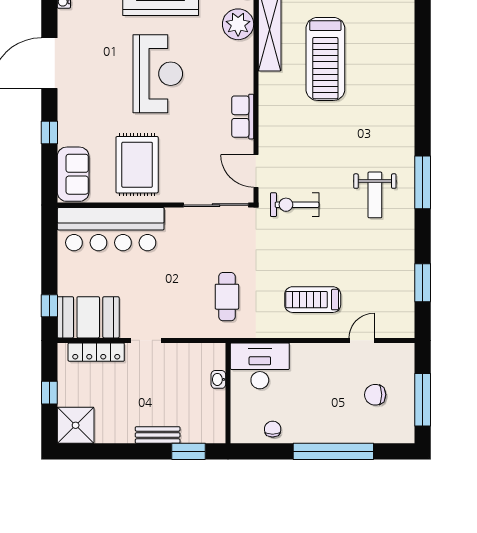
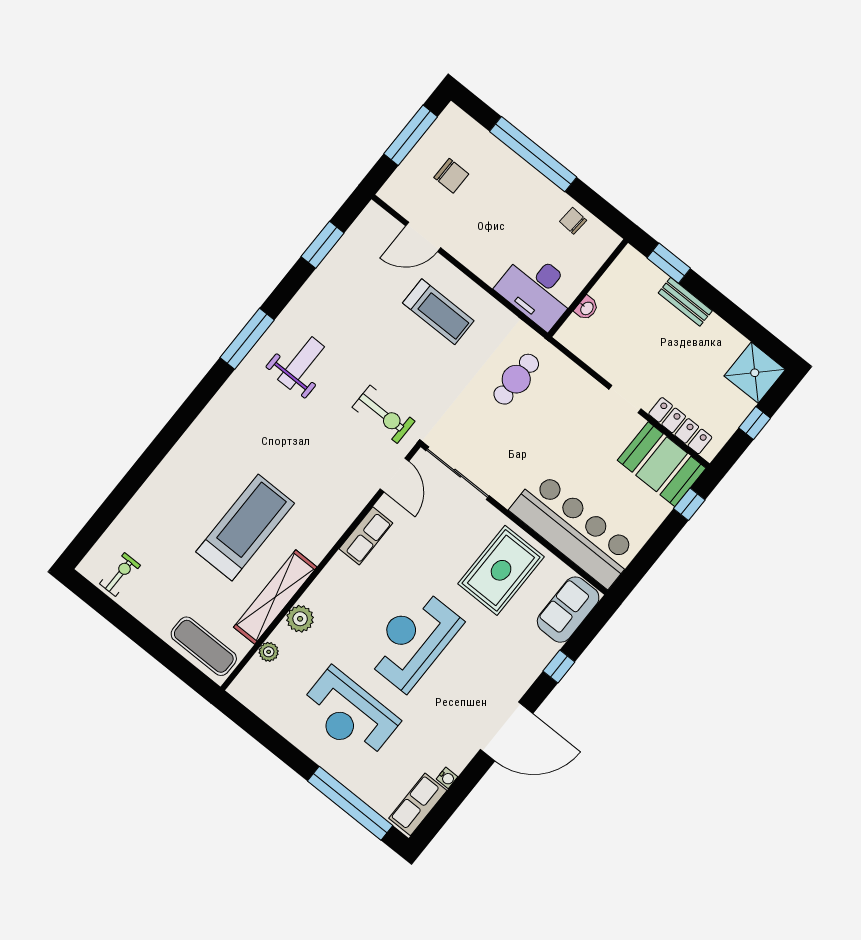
plant: (238, 24) -> (300, 619), width x0.73, depth x0.73
door: (362, 340) -> (423, 237), width x1.37
chair: (273, 429) -> (573, 221), turned 94

